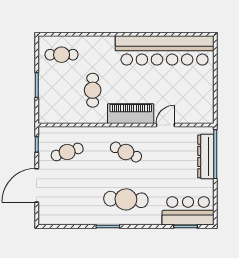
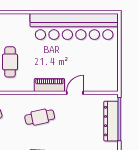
piano: (131, 114) -> (49, 85), width x0.73, depth x0.75
cafe table: (126, 152) -> (40, 117), turned -36

